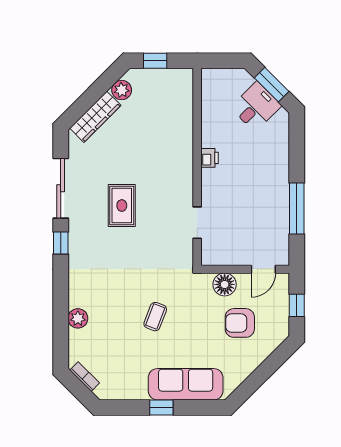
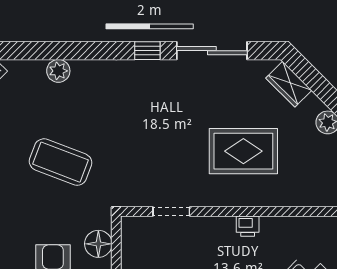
wardrobe: (95, 117) -> (289, 84), width x0.67
rug: (122, 206) -> (243, 151), moved, width x1.36, depth x1.43
coffee table: (155, 317) -> (61, 162), width x1.86, depth x1.72

